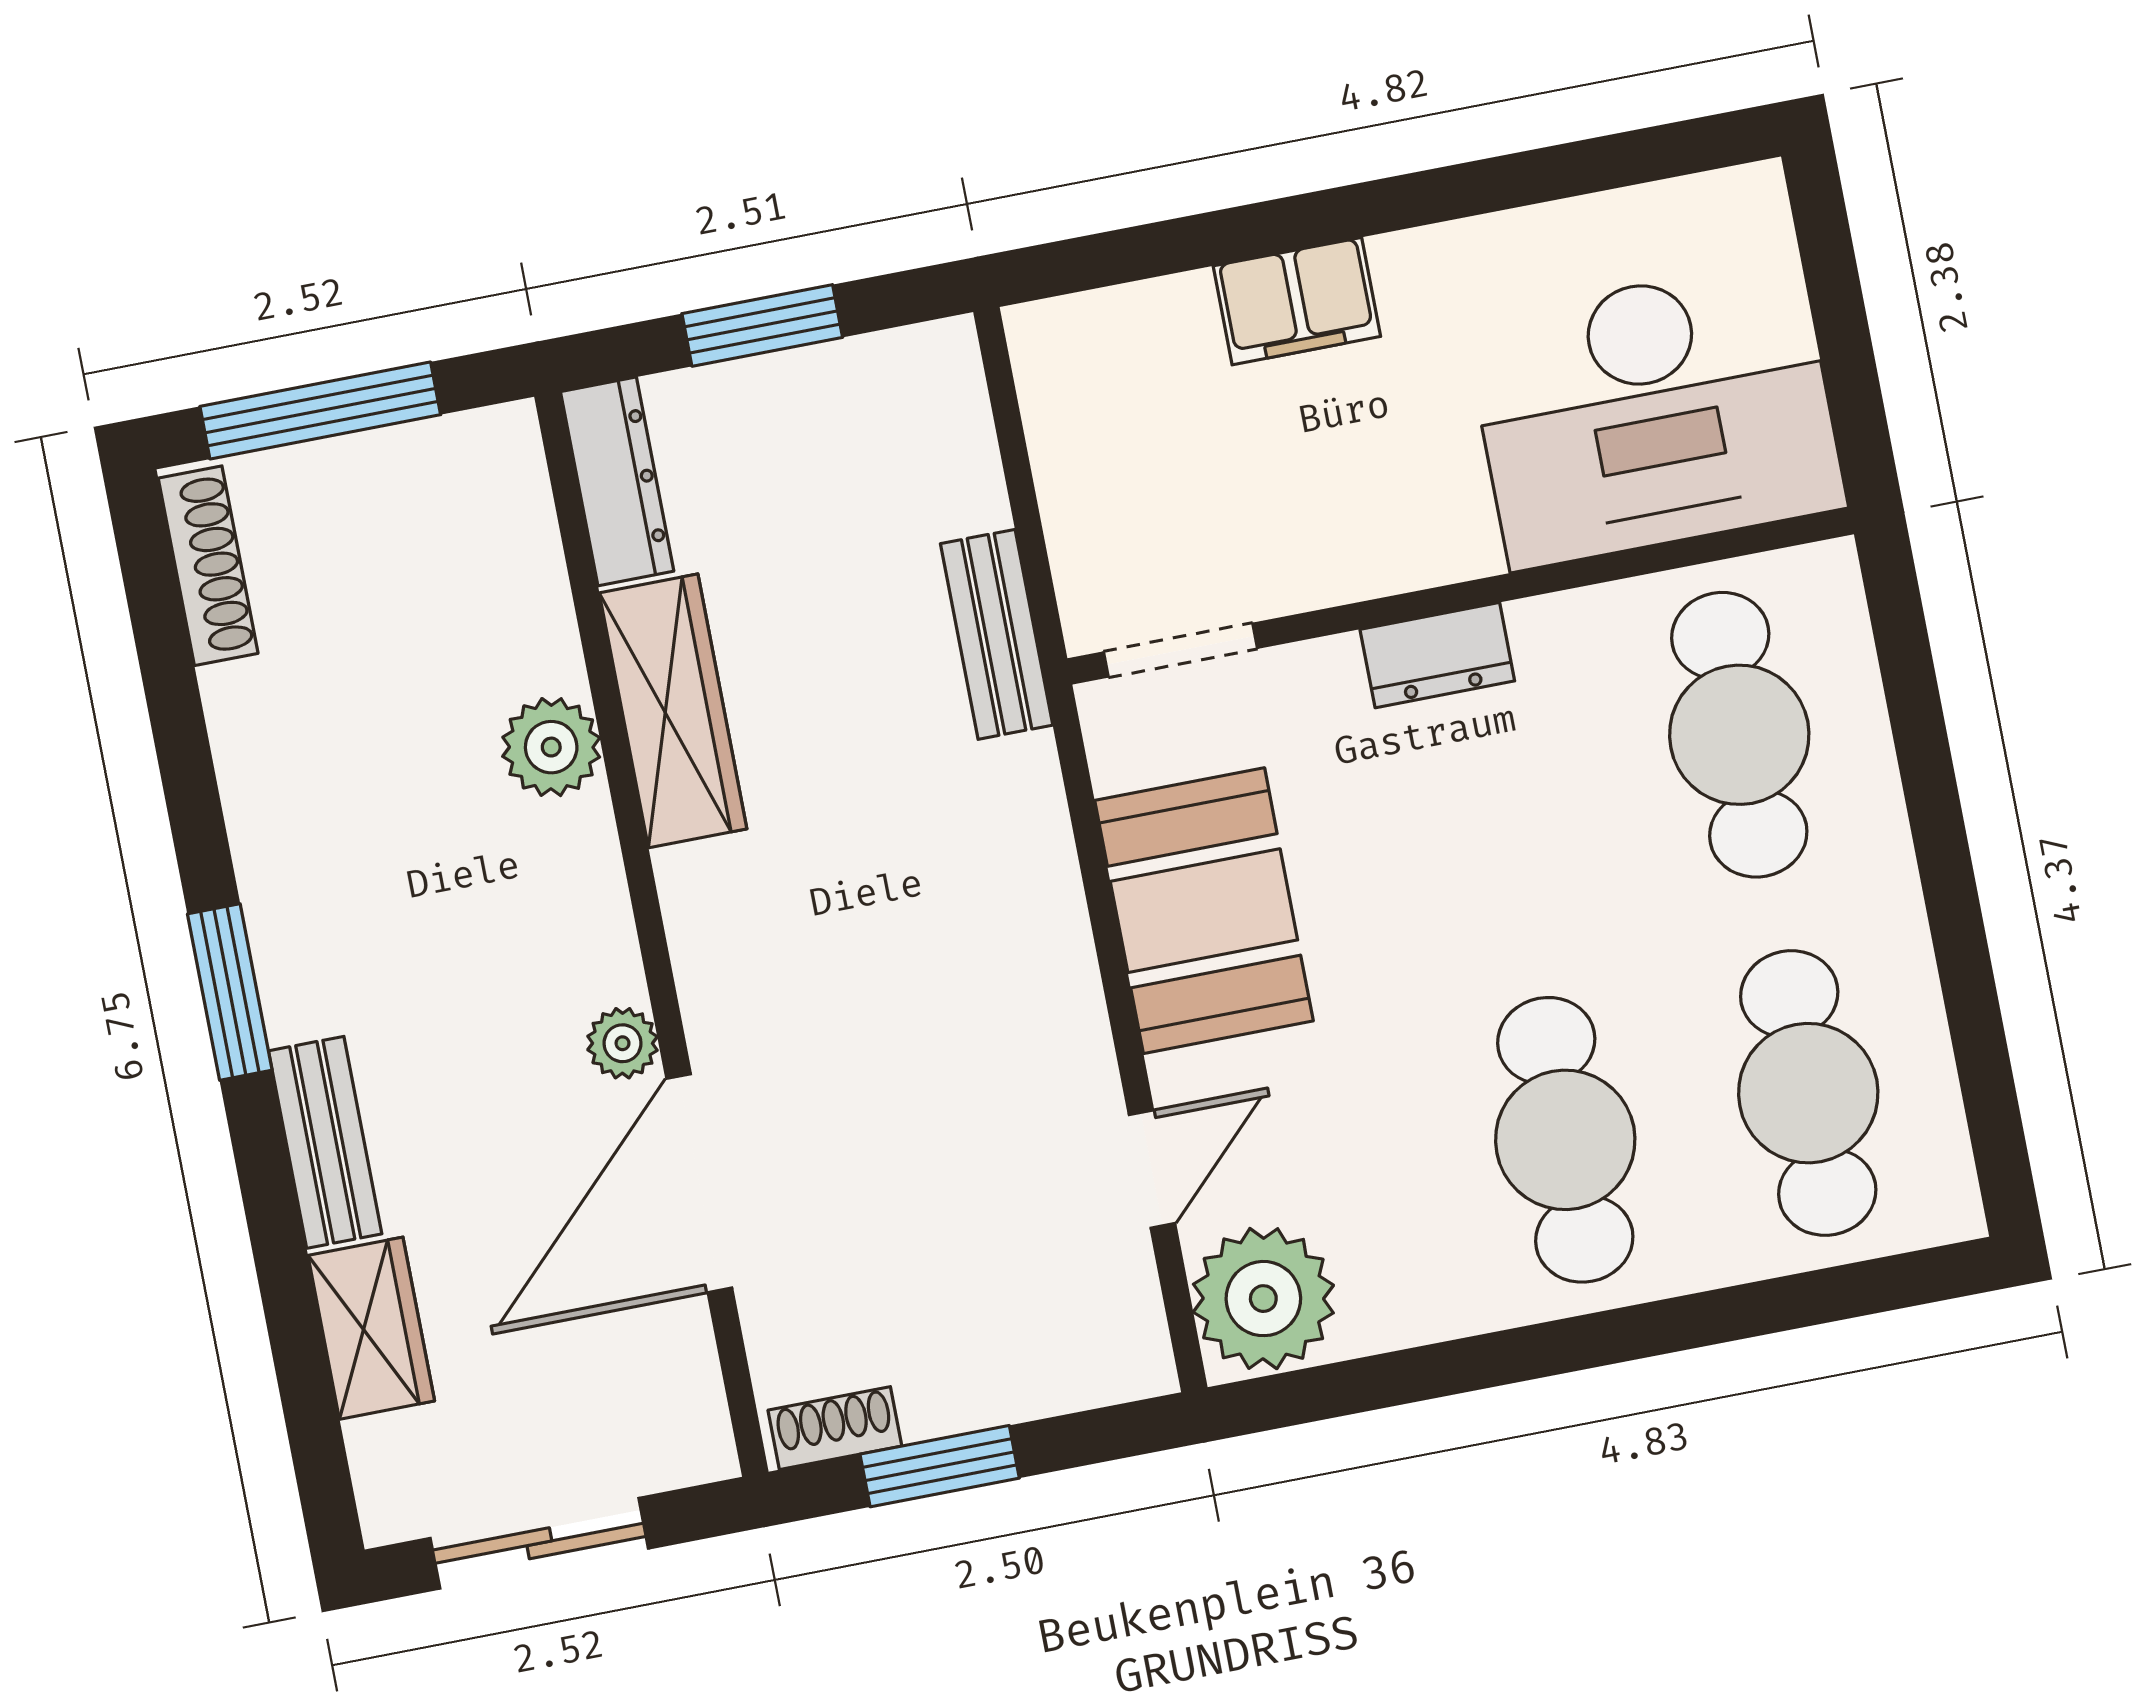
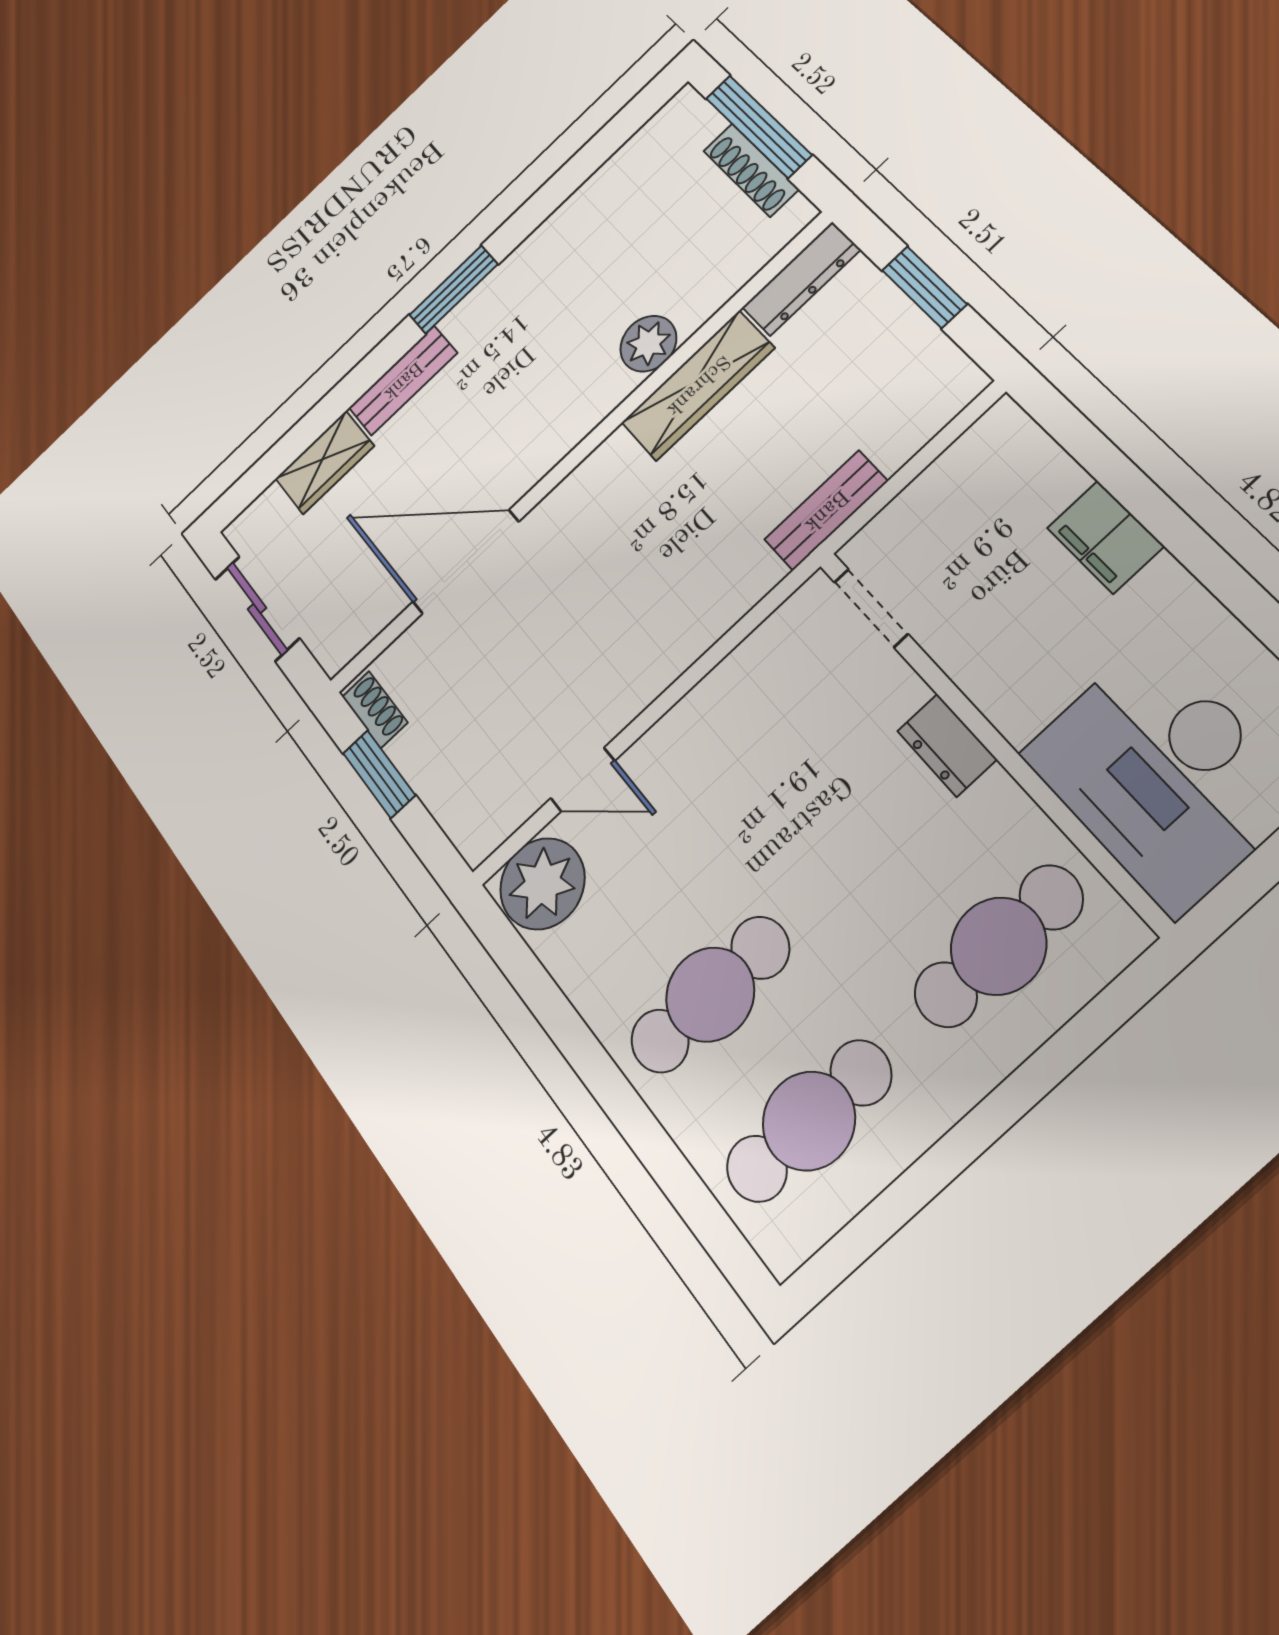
shoe rack: (208, 566) -> (751, 170), moved, turned 90
booth: (1204, 911) -> (735, 715), removed
plant: (623, 1043) -> (517, 478), removed

